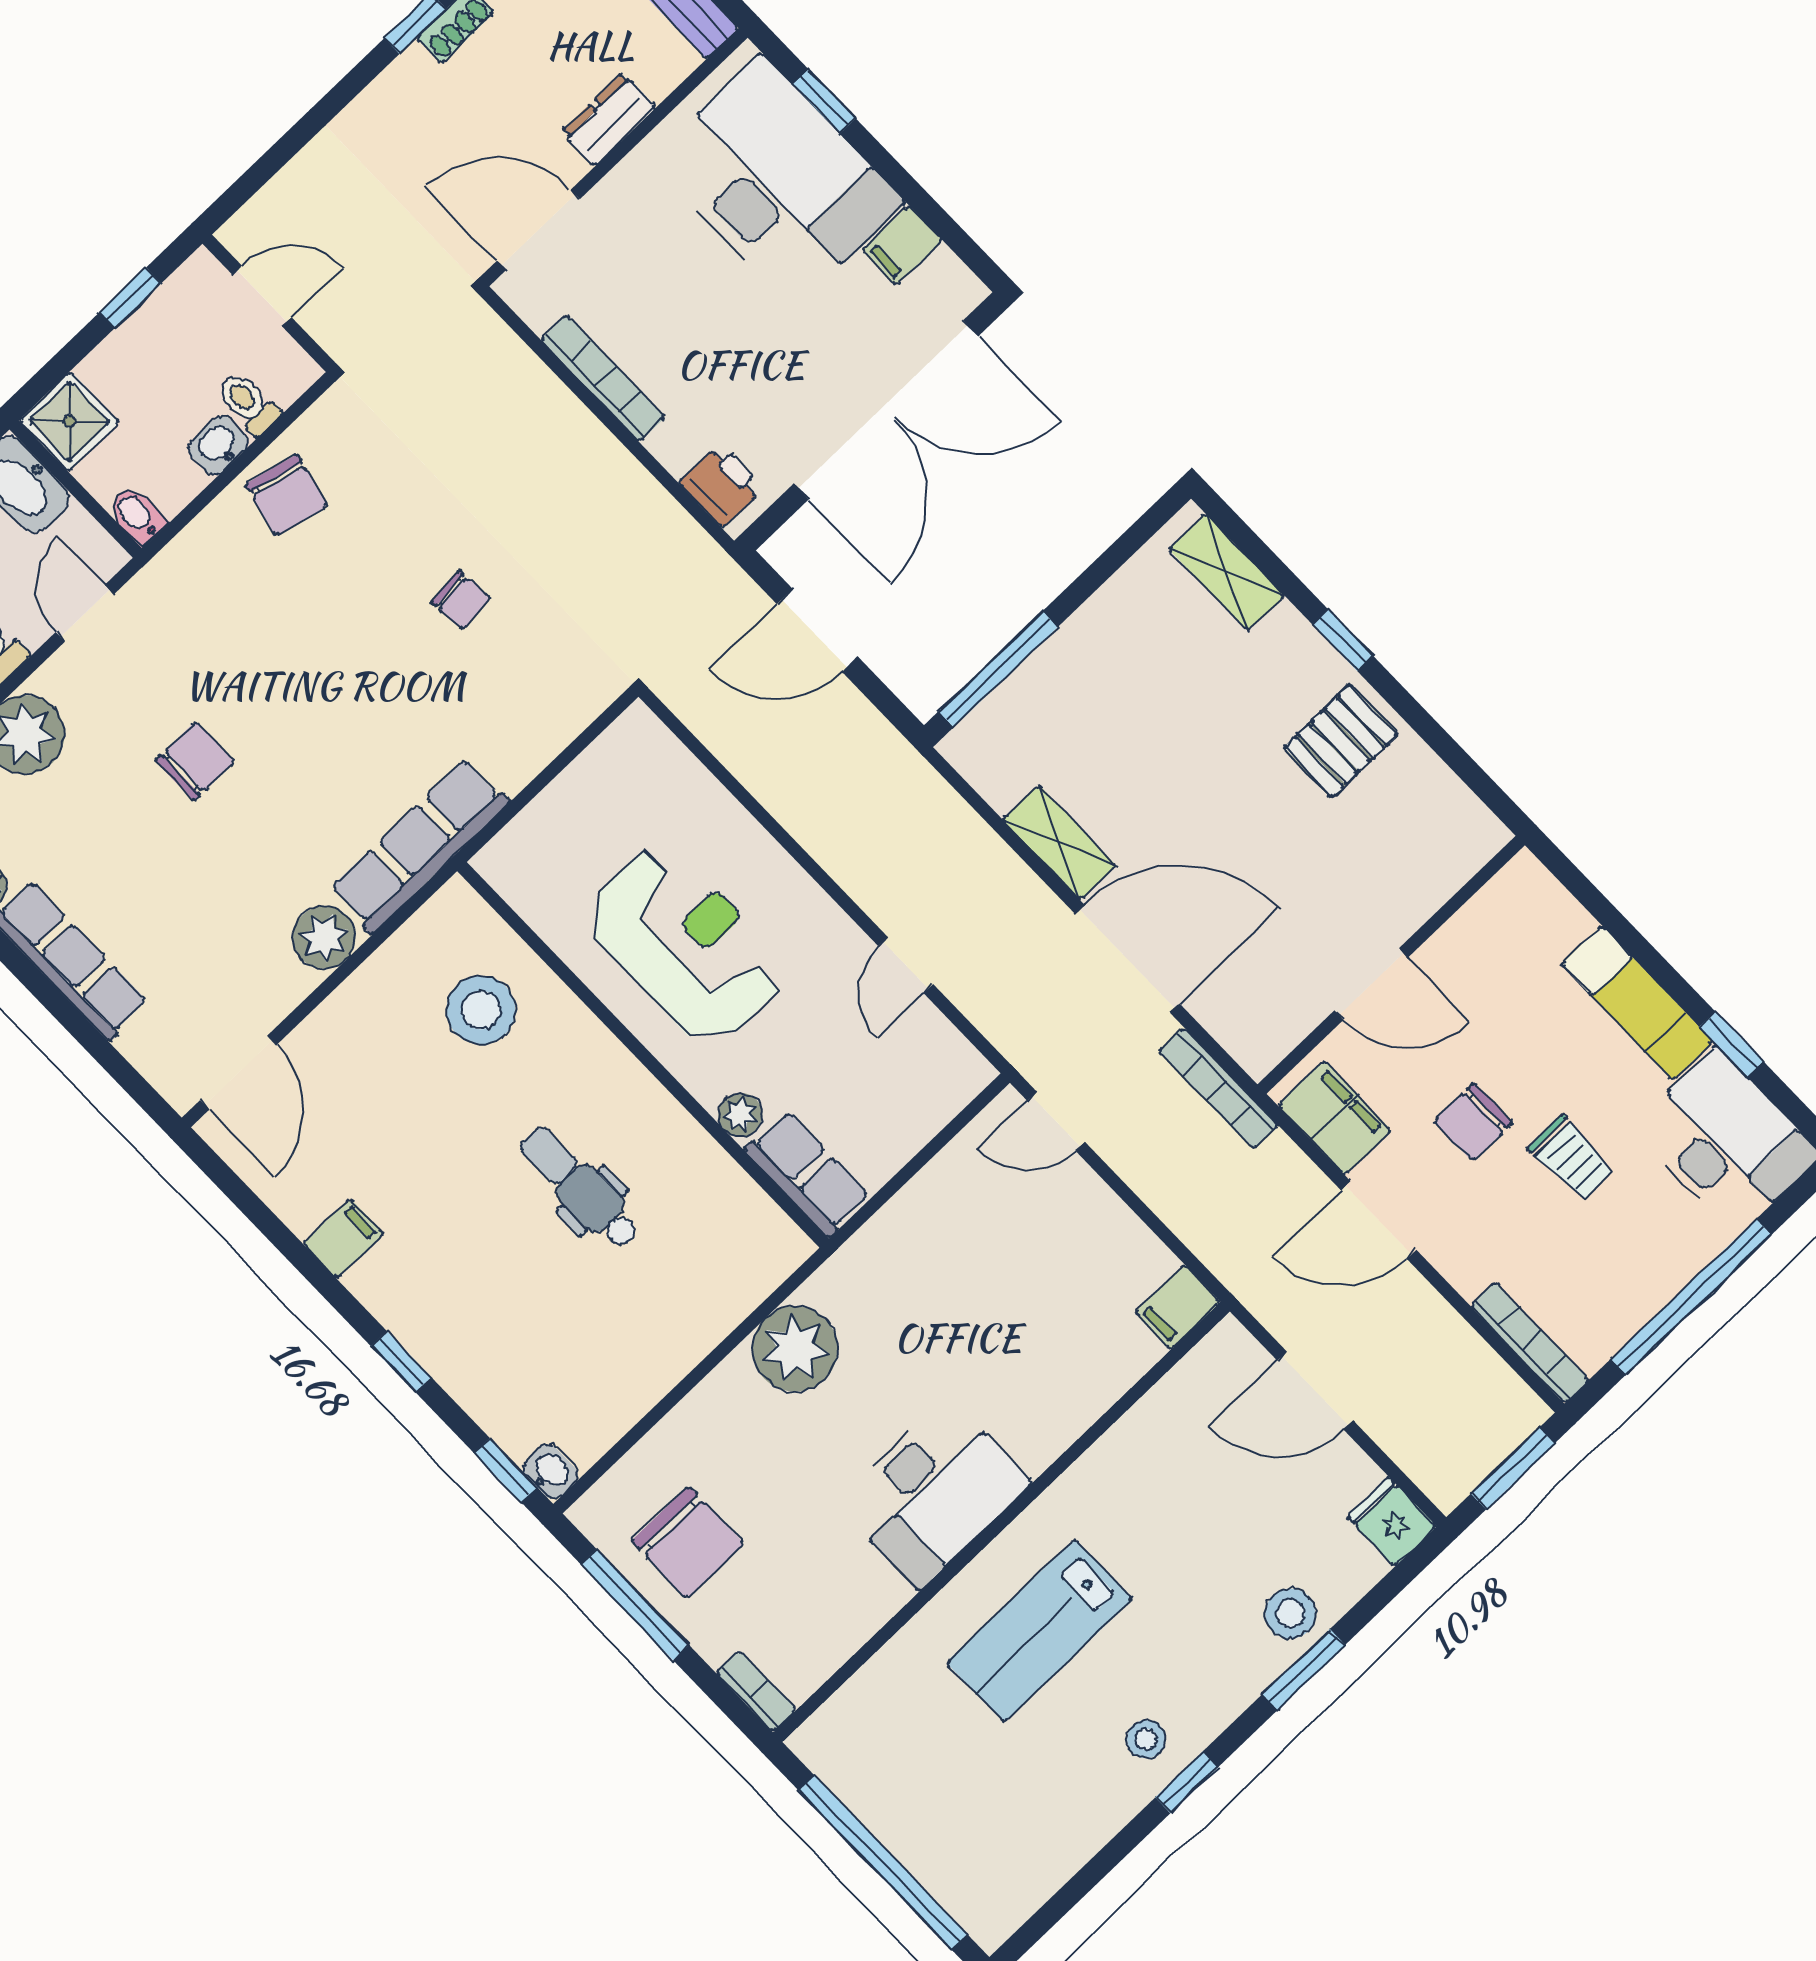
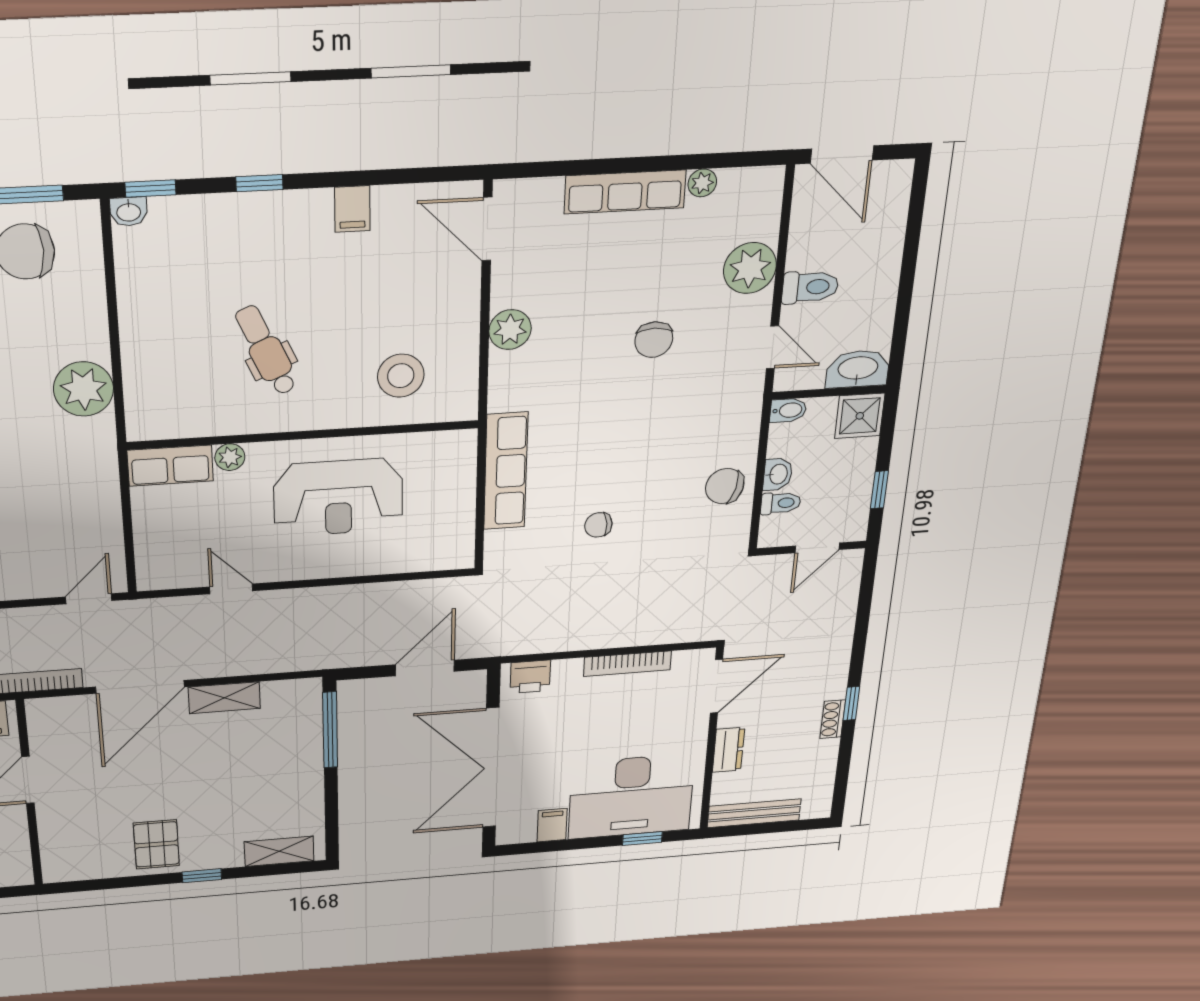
row of seats: (420, 846) -> (506, 471), moved
dental chair: (580, 1188) -> (266, 350), turned -114

